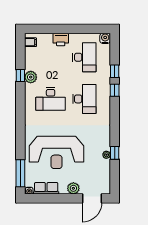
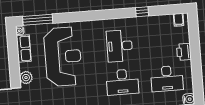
plant: (31, 77) -> (141, 23), removed
reception desk: (56, 152) -> (63, 57), turned 180

